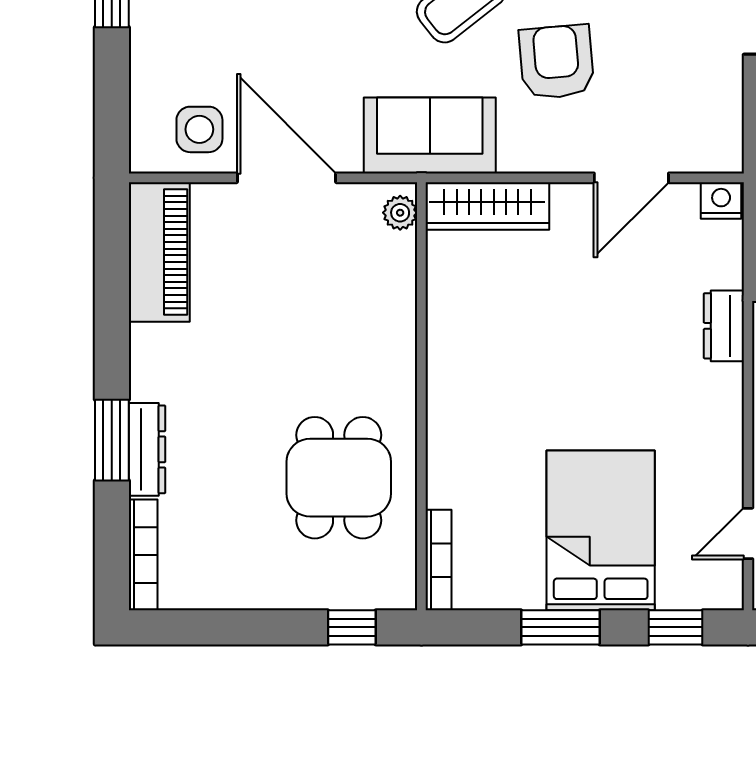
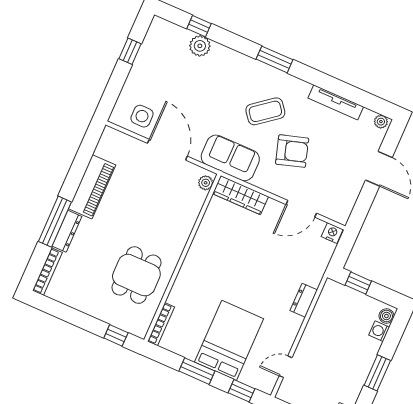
armchair: (557, 62) -> (292, 151), turned 78
piano: (159, 252) -> (92, 187), moved
dresser: (724, 326) -> (304, 300), moved
window: (112, 440) -> (55, 222), width x1.44

